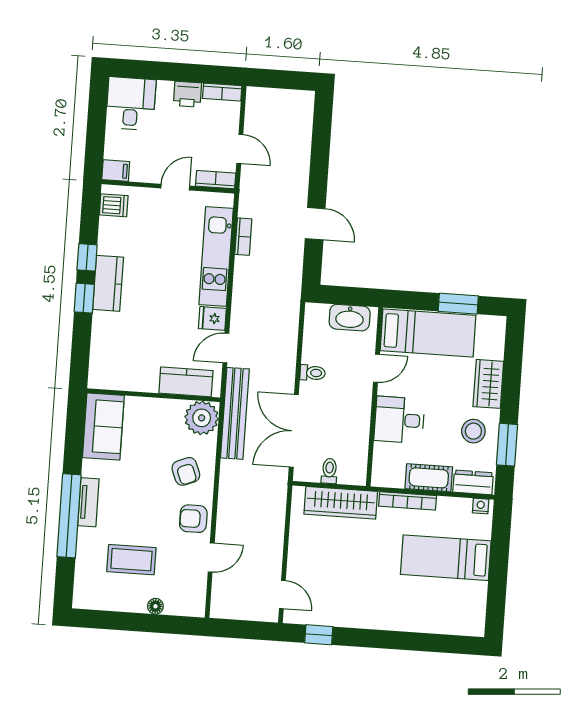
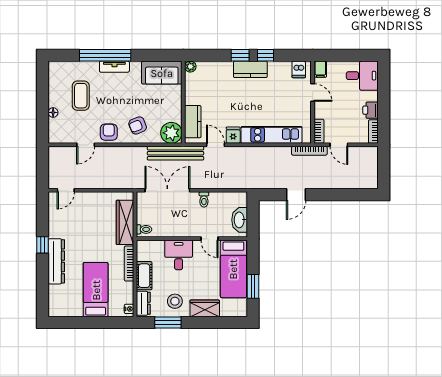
door: (240, 149) -> (339, 145), hinge flipped
door: (175, 187) -> (313, 93), moved
bookcase: (243, 237) -> (309, 151), moved, width x1.56
plant: (97, 380) -> (190, 67), added
toilet: (329, 471) -> (144, 229), moved
door: (211, 558) -> (86, 145), hinge flipped
dresser: (396, 618) -> (56, 261), added
window: (319, 635) -> (43, 245), moved

